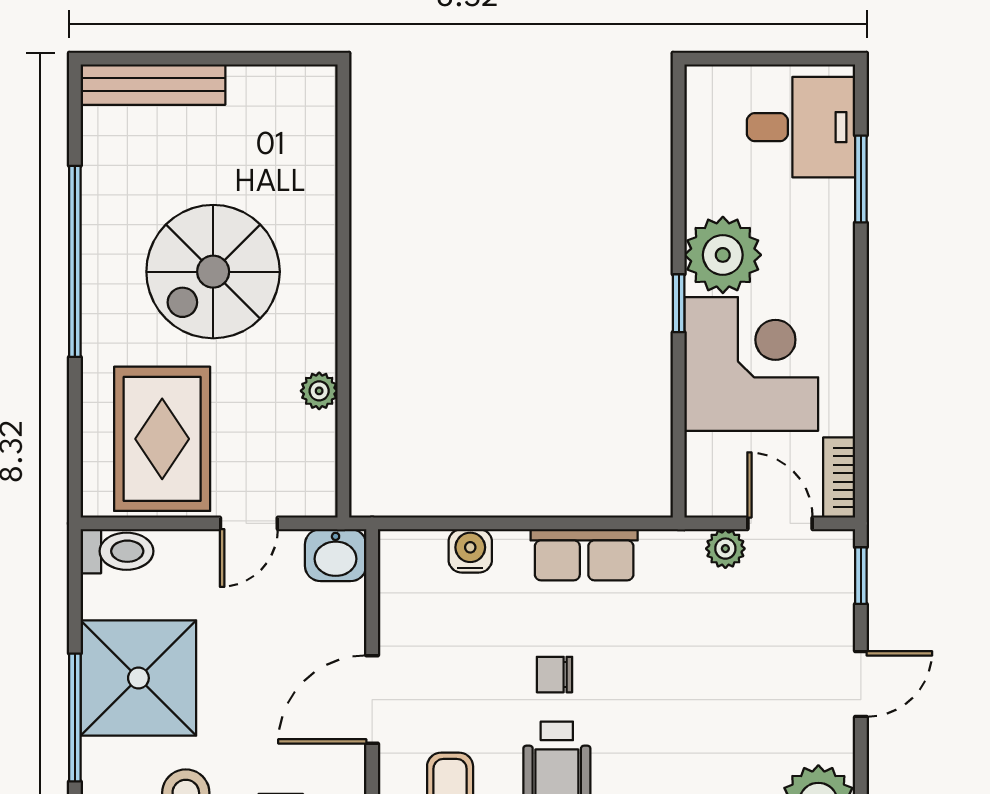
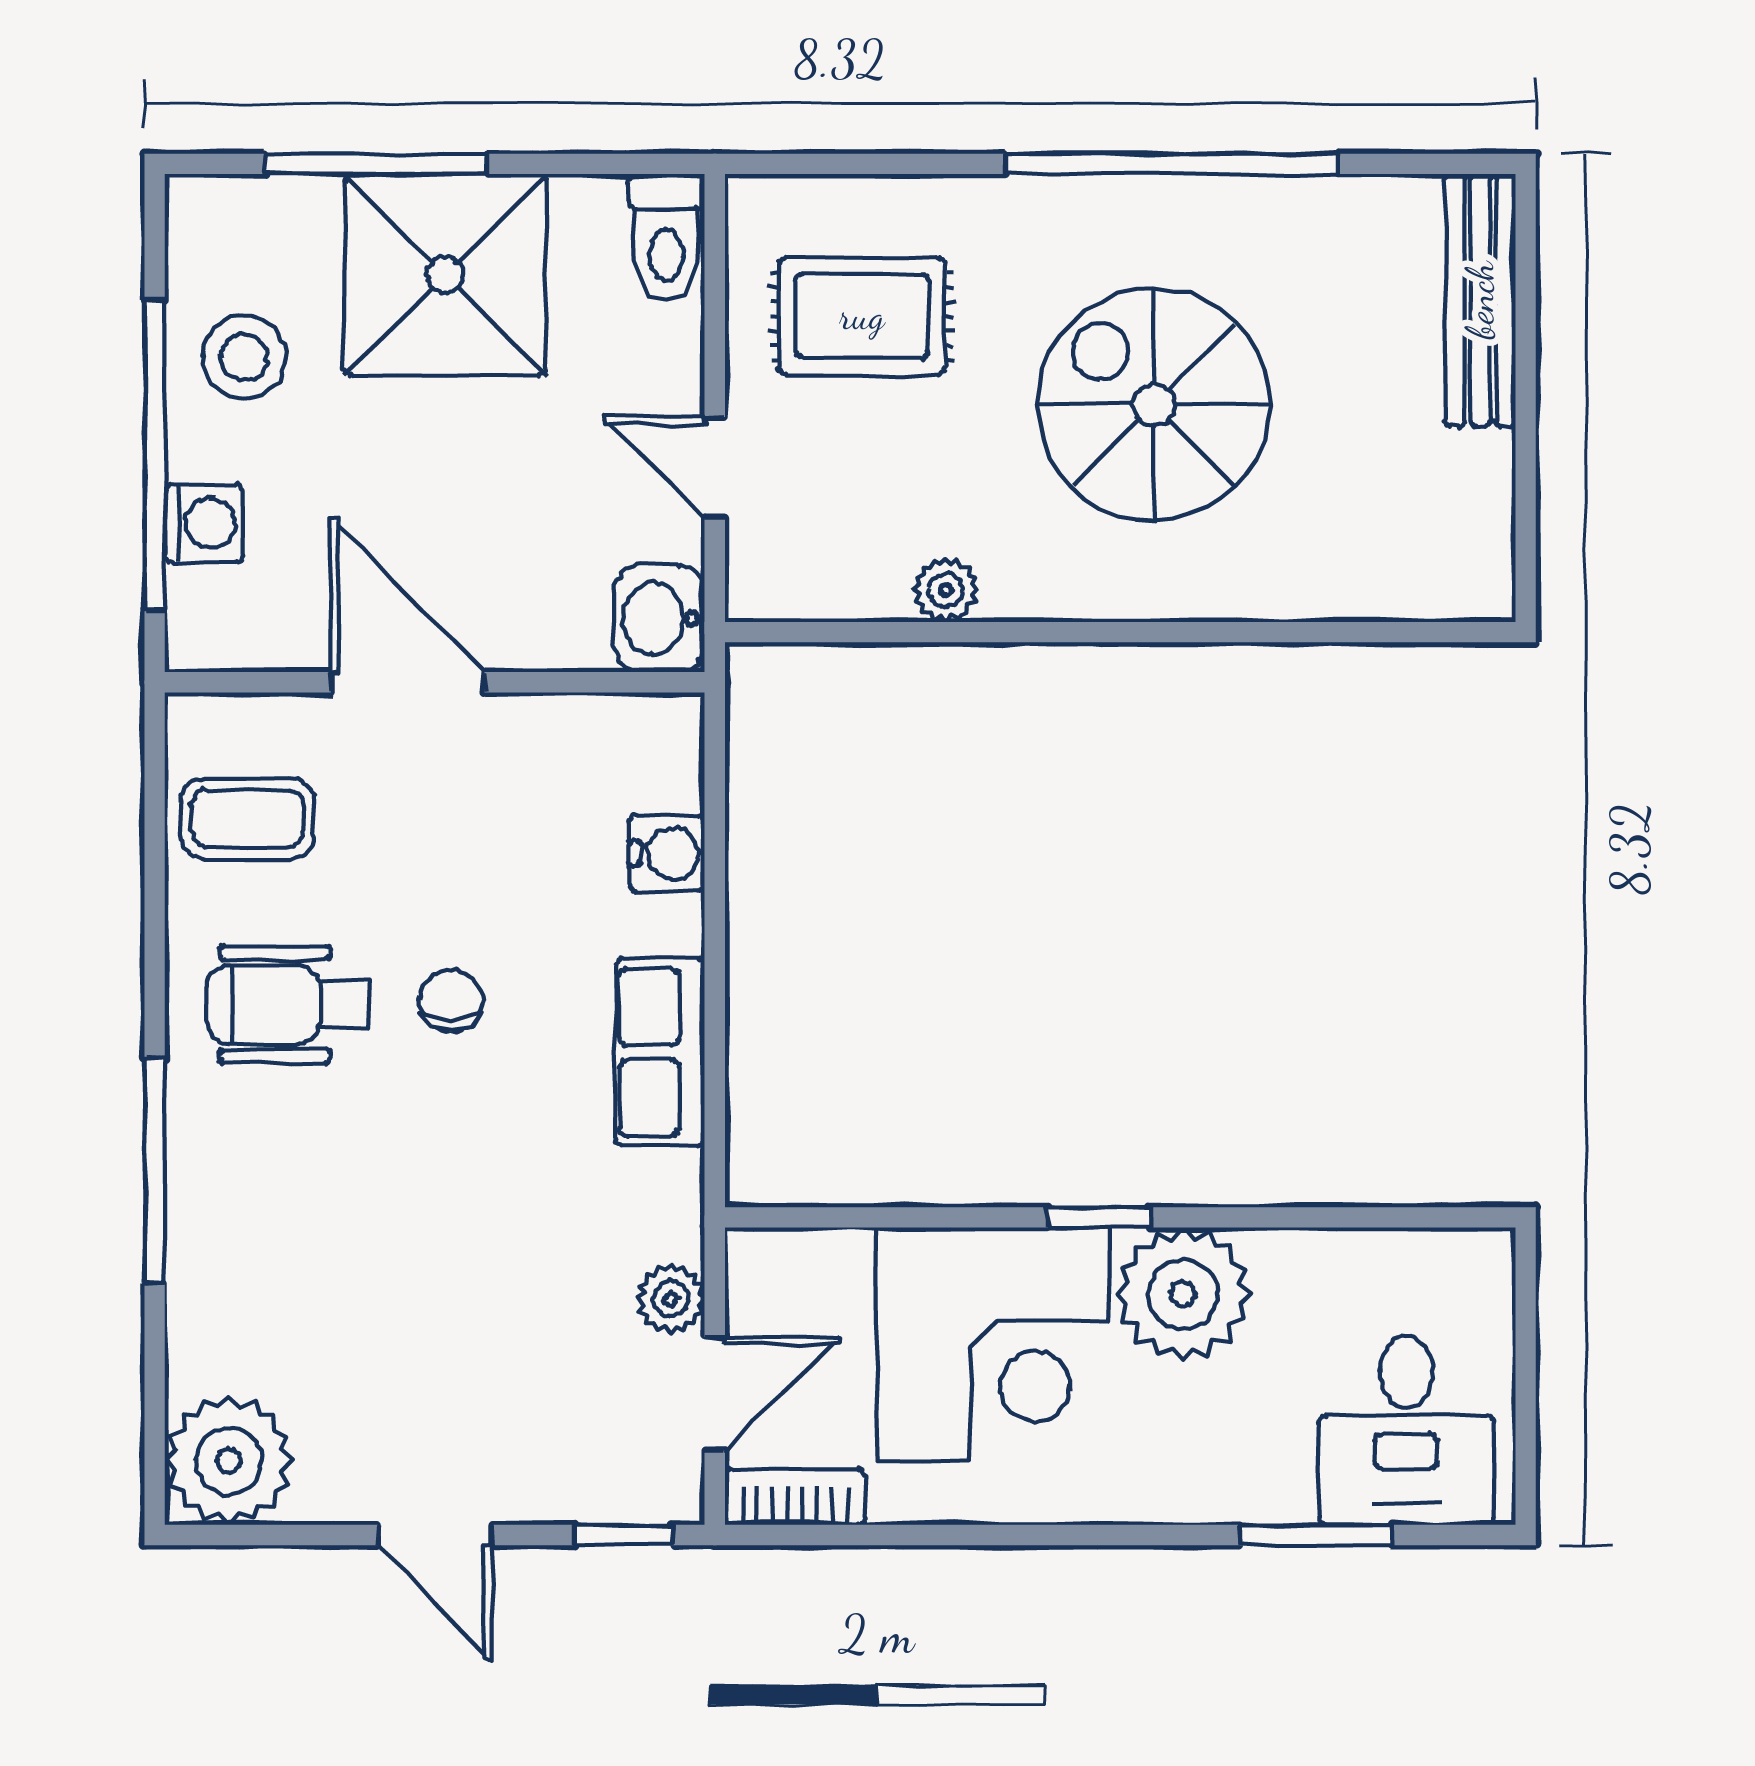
rug: (162, 439) -> (862, 316), width x0.73, depth x0.70

